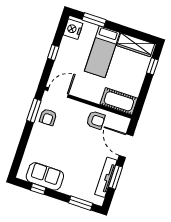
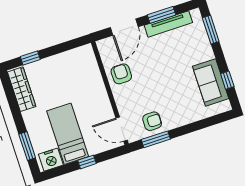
bed: (102, 52) -> (68, 134), moved, turned -90
cot: (119, 101) -> (87, 65), removed

